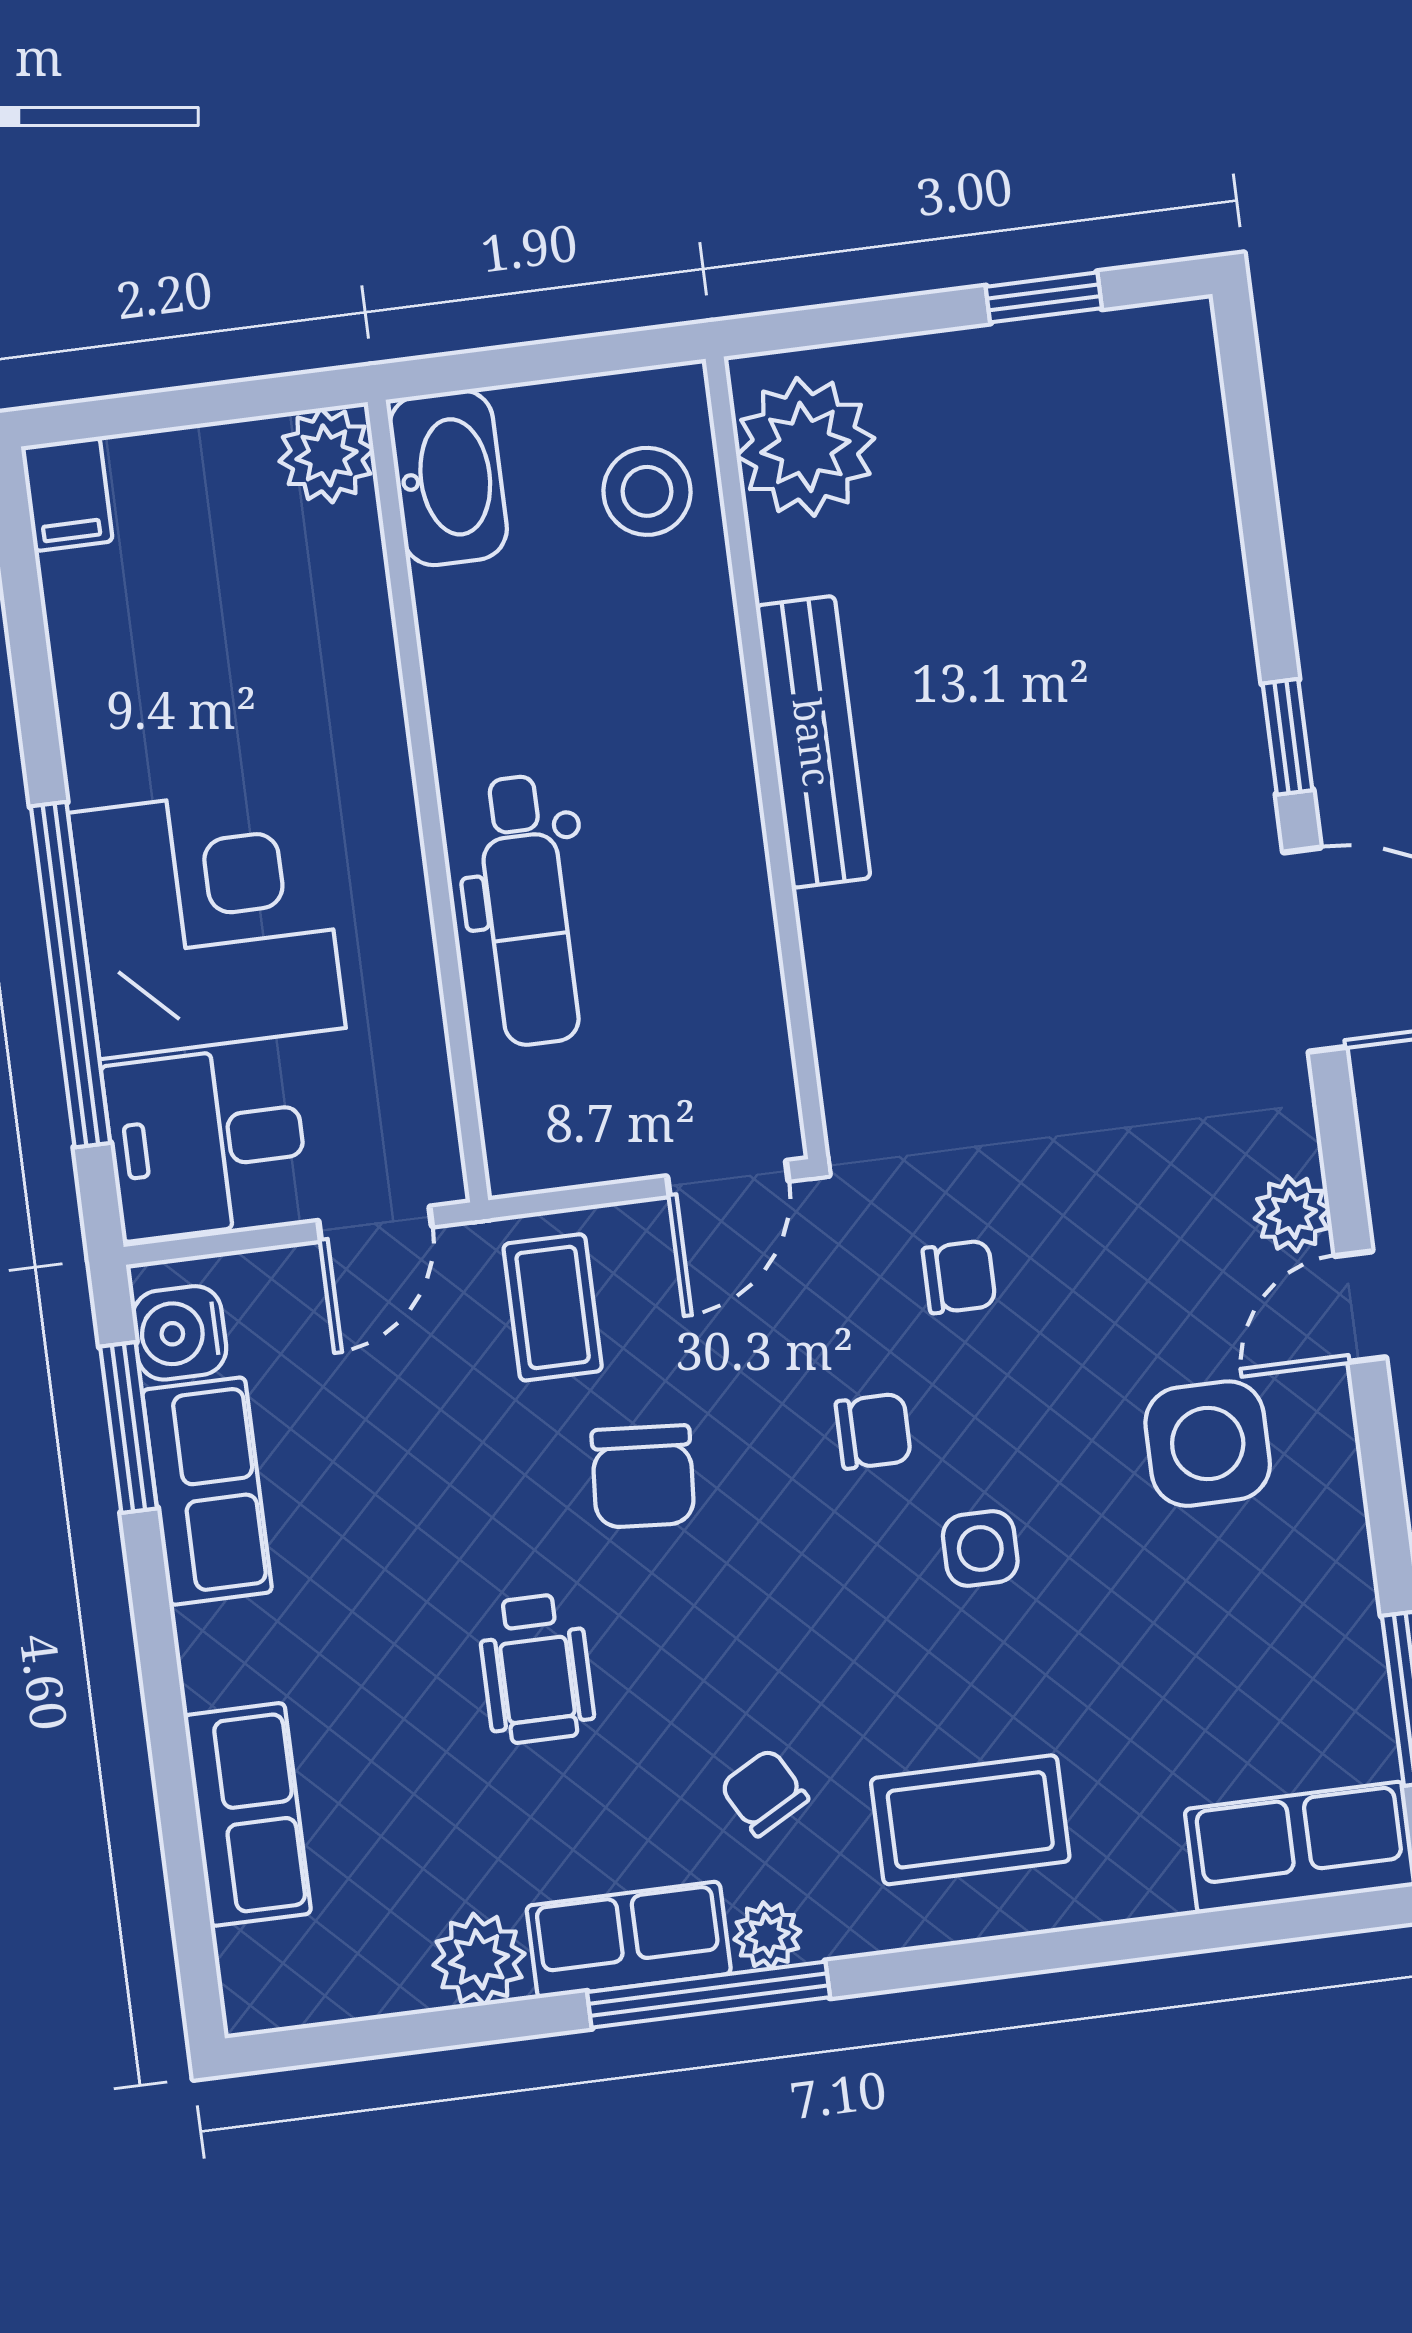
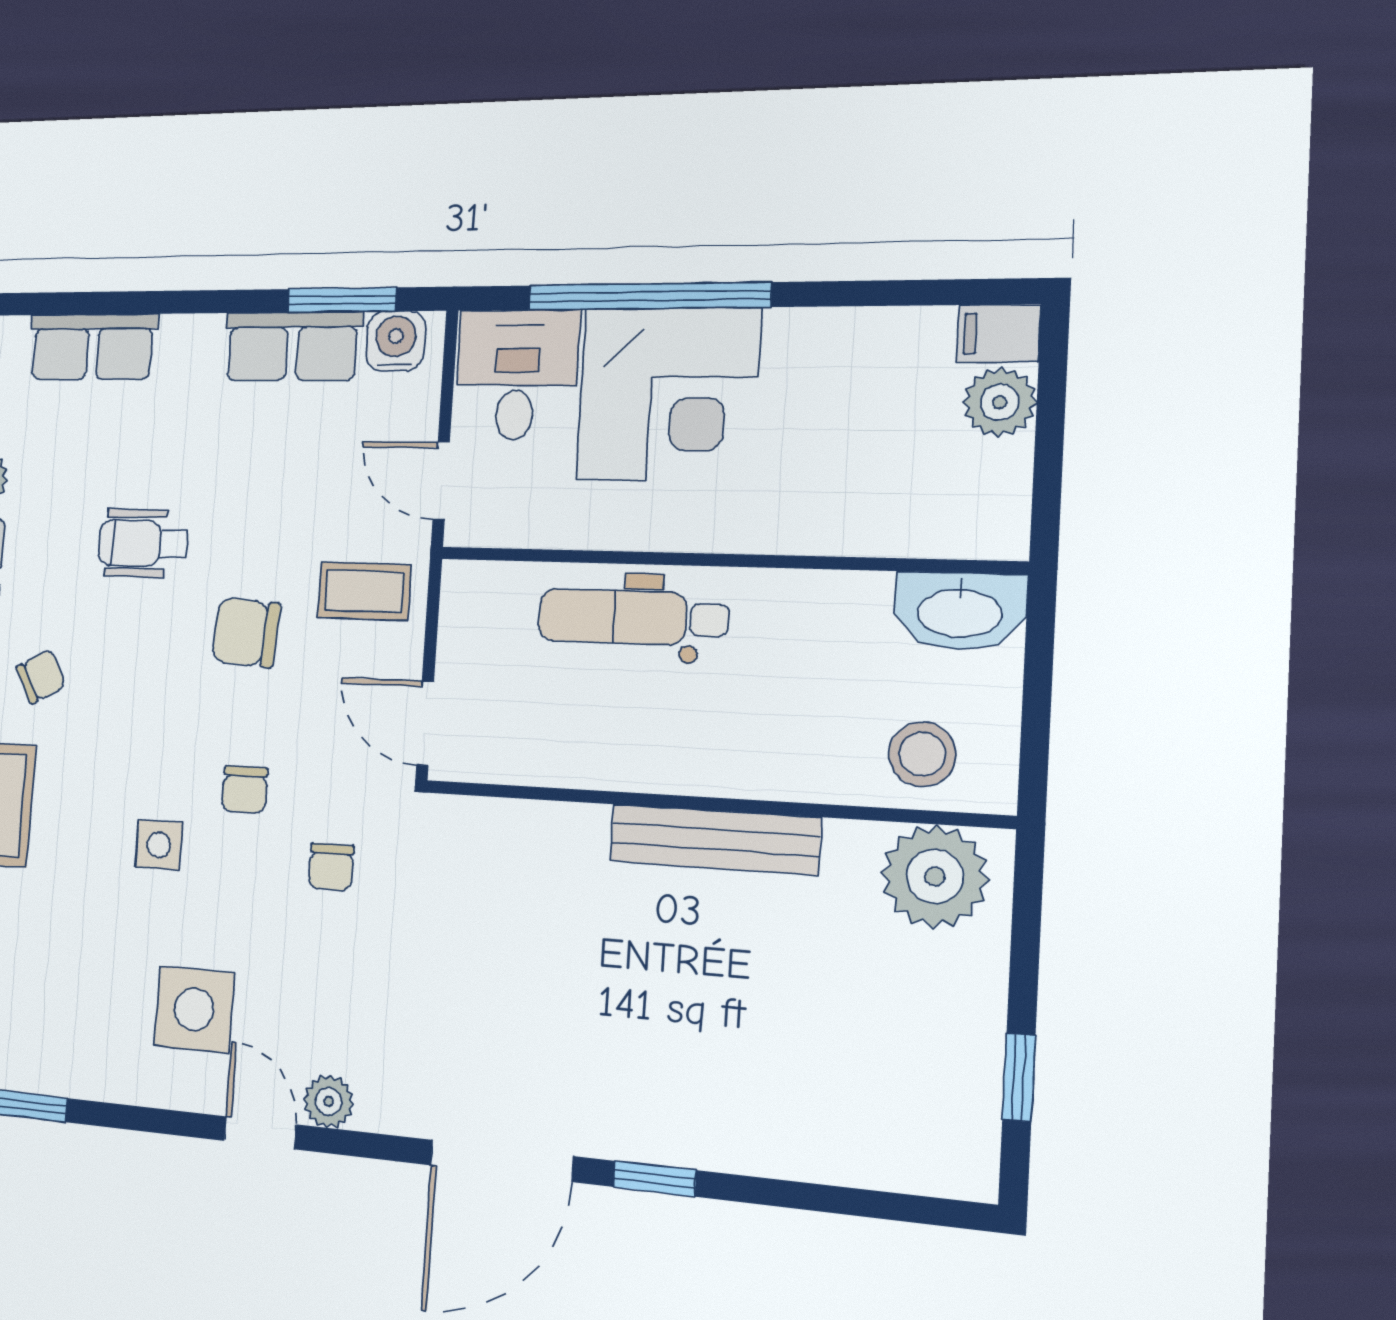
plant: (327, 455) -> (1000, 402), moved

